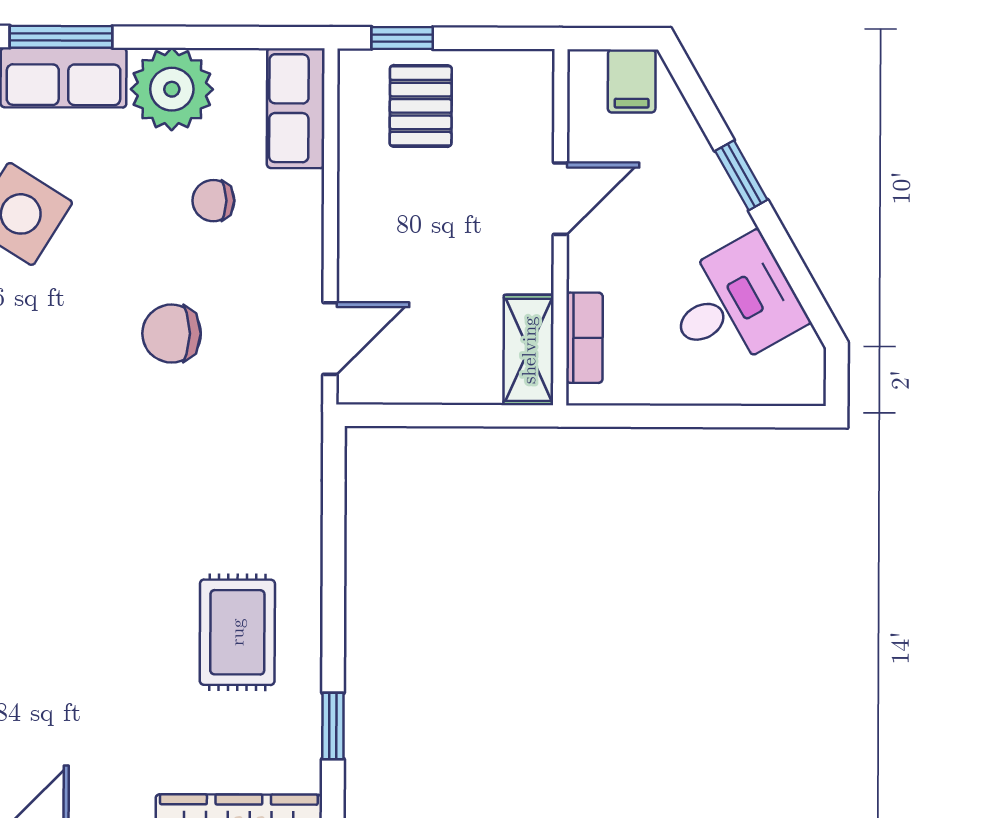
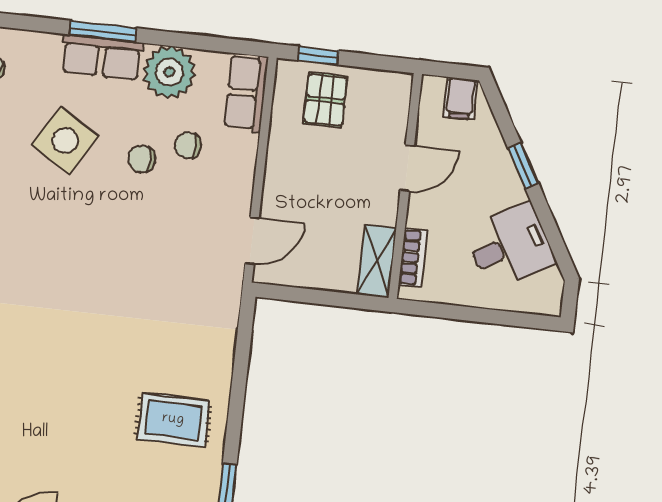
chair: (172, 334) -> (142, 159), moved, width x0.73, depth x0.73
rug: (237, 632) -> (173, 420), turned 90

